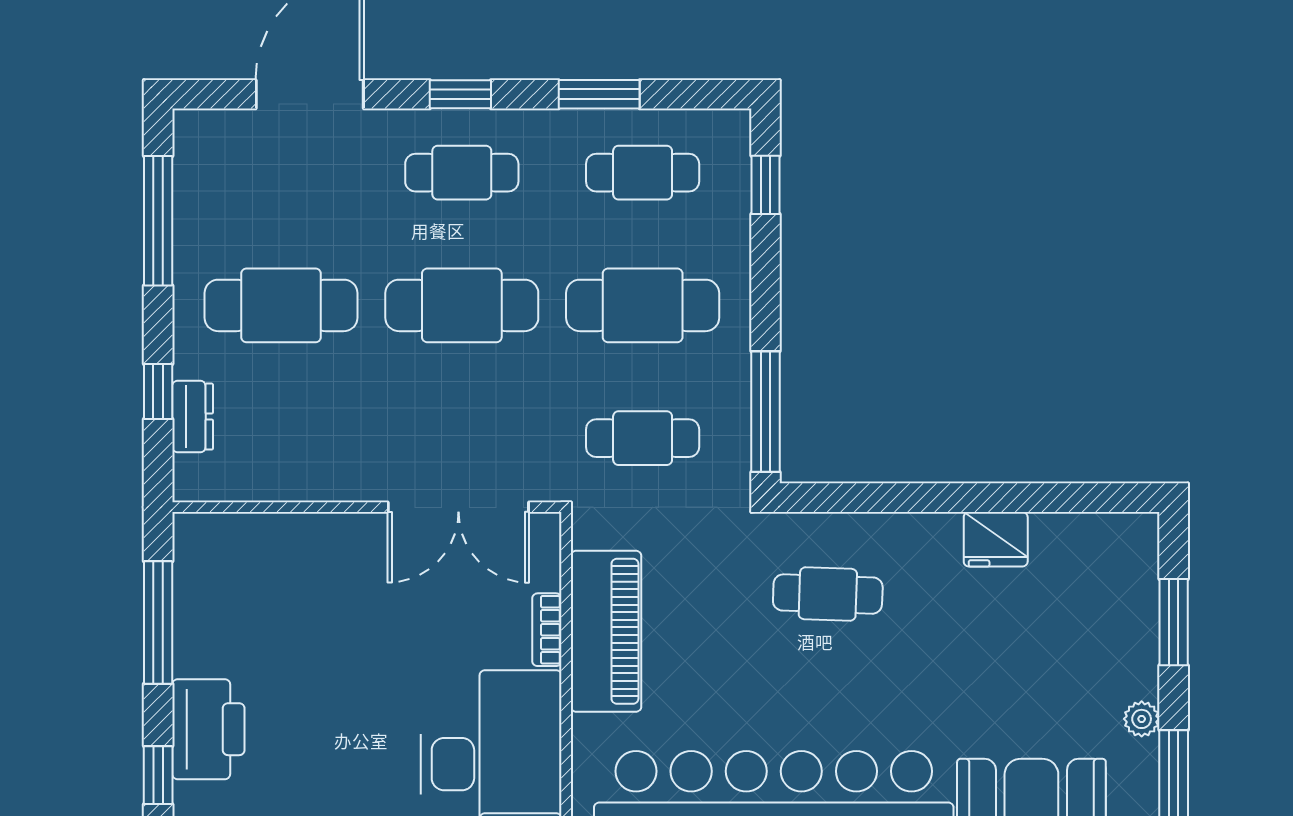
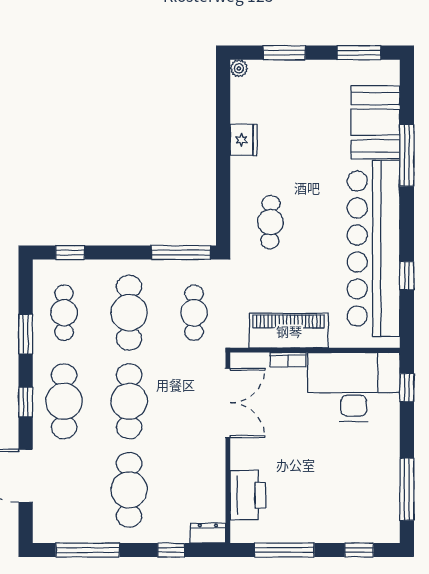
cafe table: (462, 173) -> (64, 401), width x1.37, depth x1.35
dresser: (193, 417) -> (208, 533), moved
plant: (1142, 719) -> (239, 68), moved
printer: (208, 729) -> (248, 495), moved, turned 90

